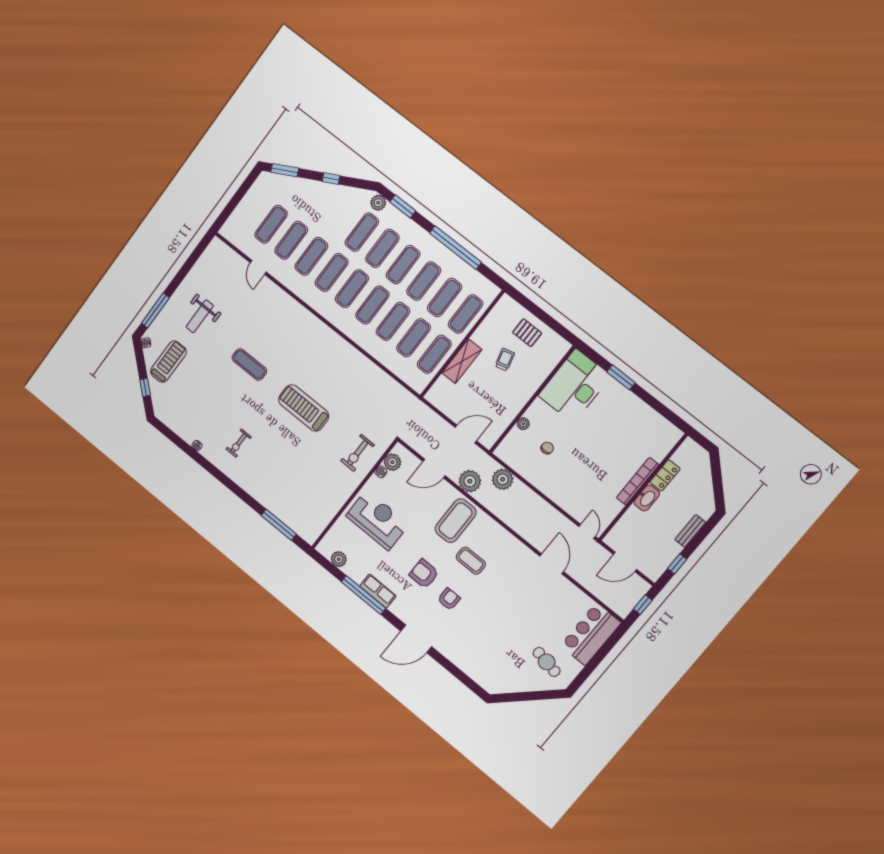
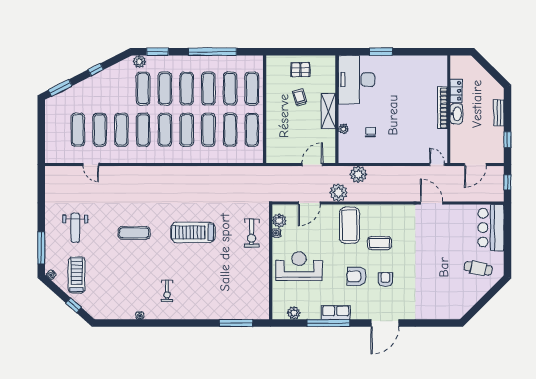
shelving: (462, 361) -> (328, 111), moved

